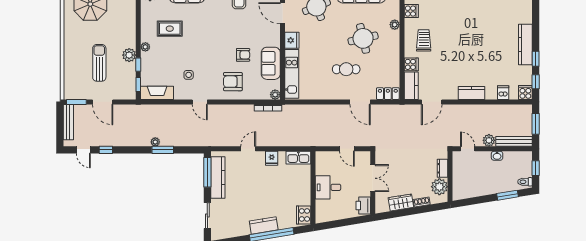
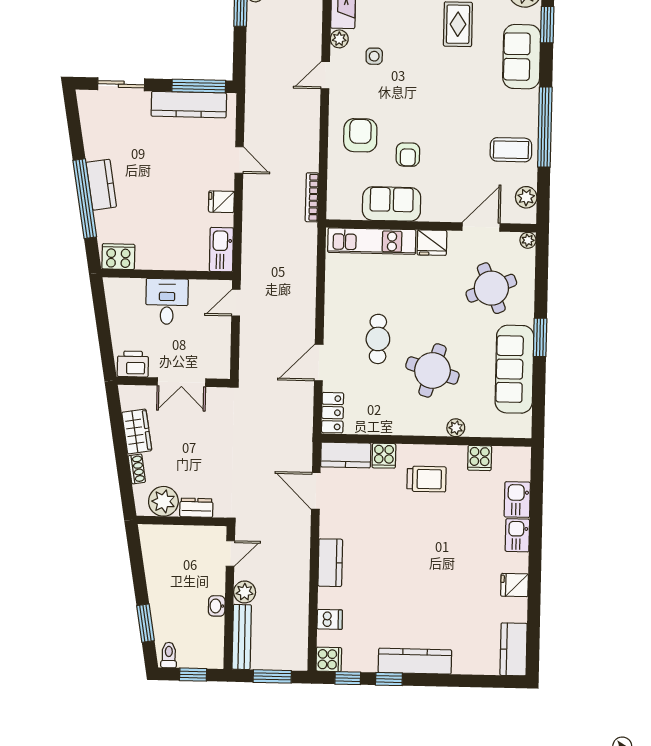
round table: (363, 38) -> (432, 370), turned 30
plant: (275, 95) -> (339, 39), moved
door: (347, 149) -> (236, 303), moved

